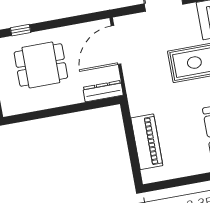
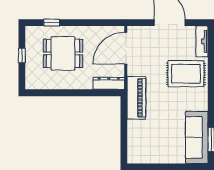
piano: (147, 142) -> (136, 98), moved

